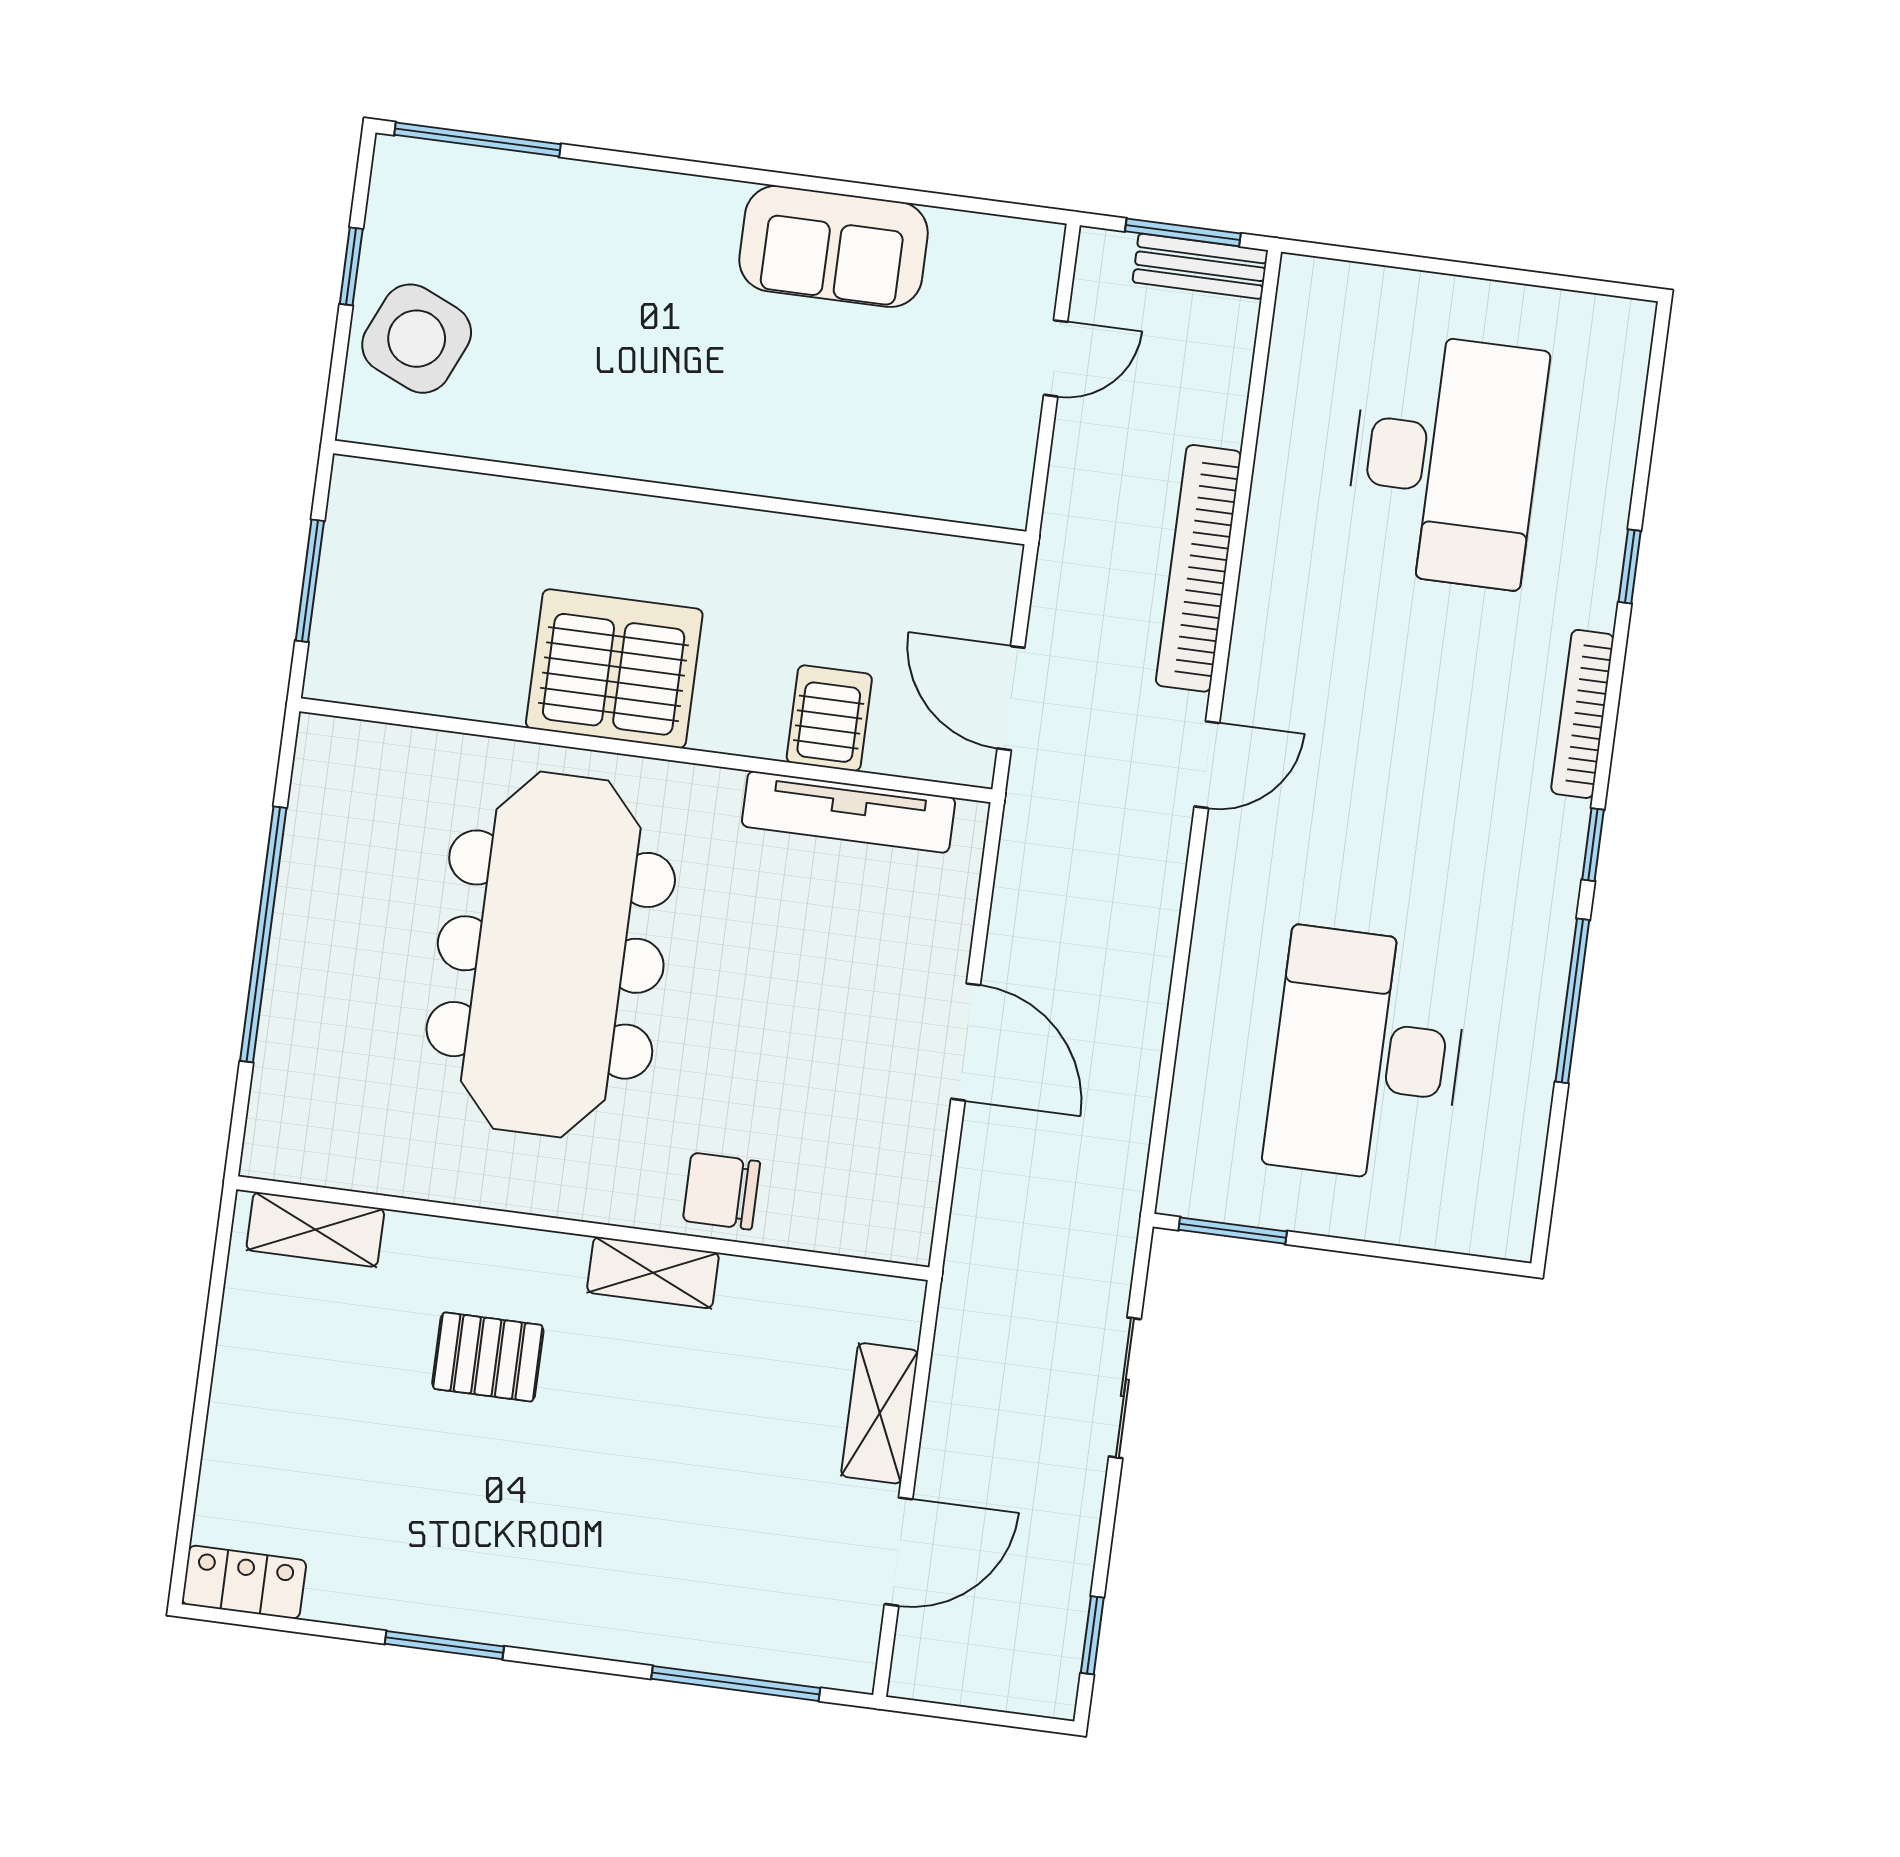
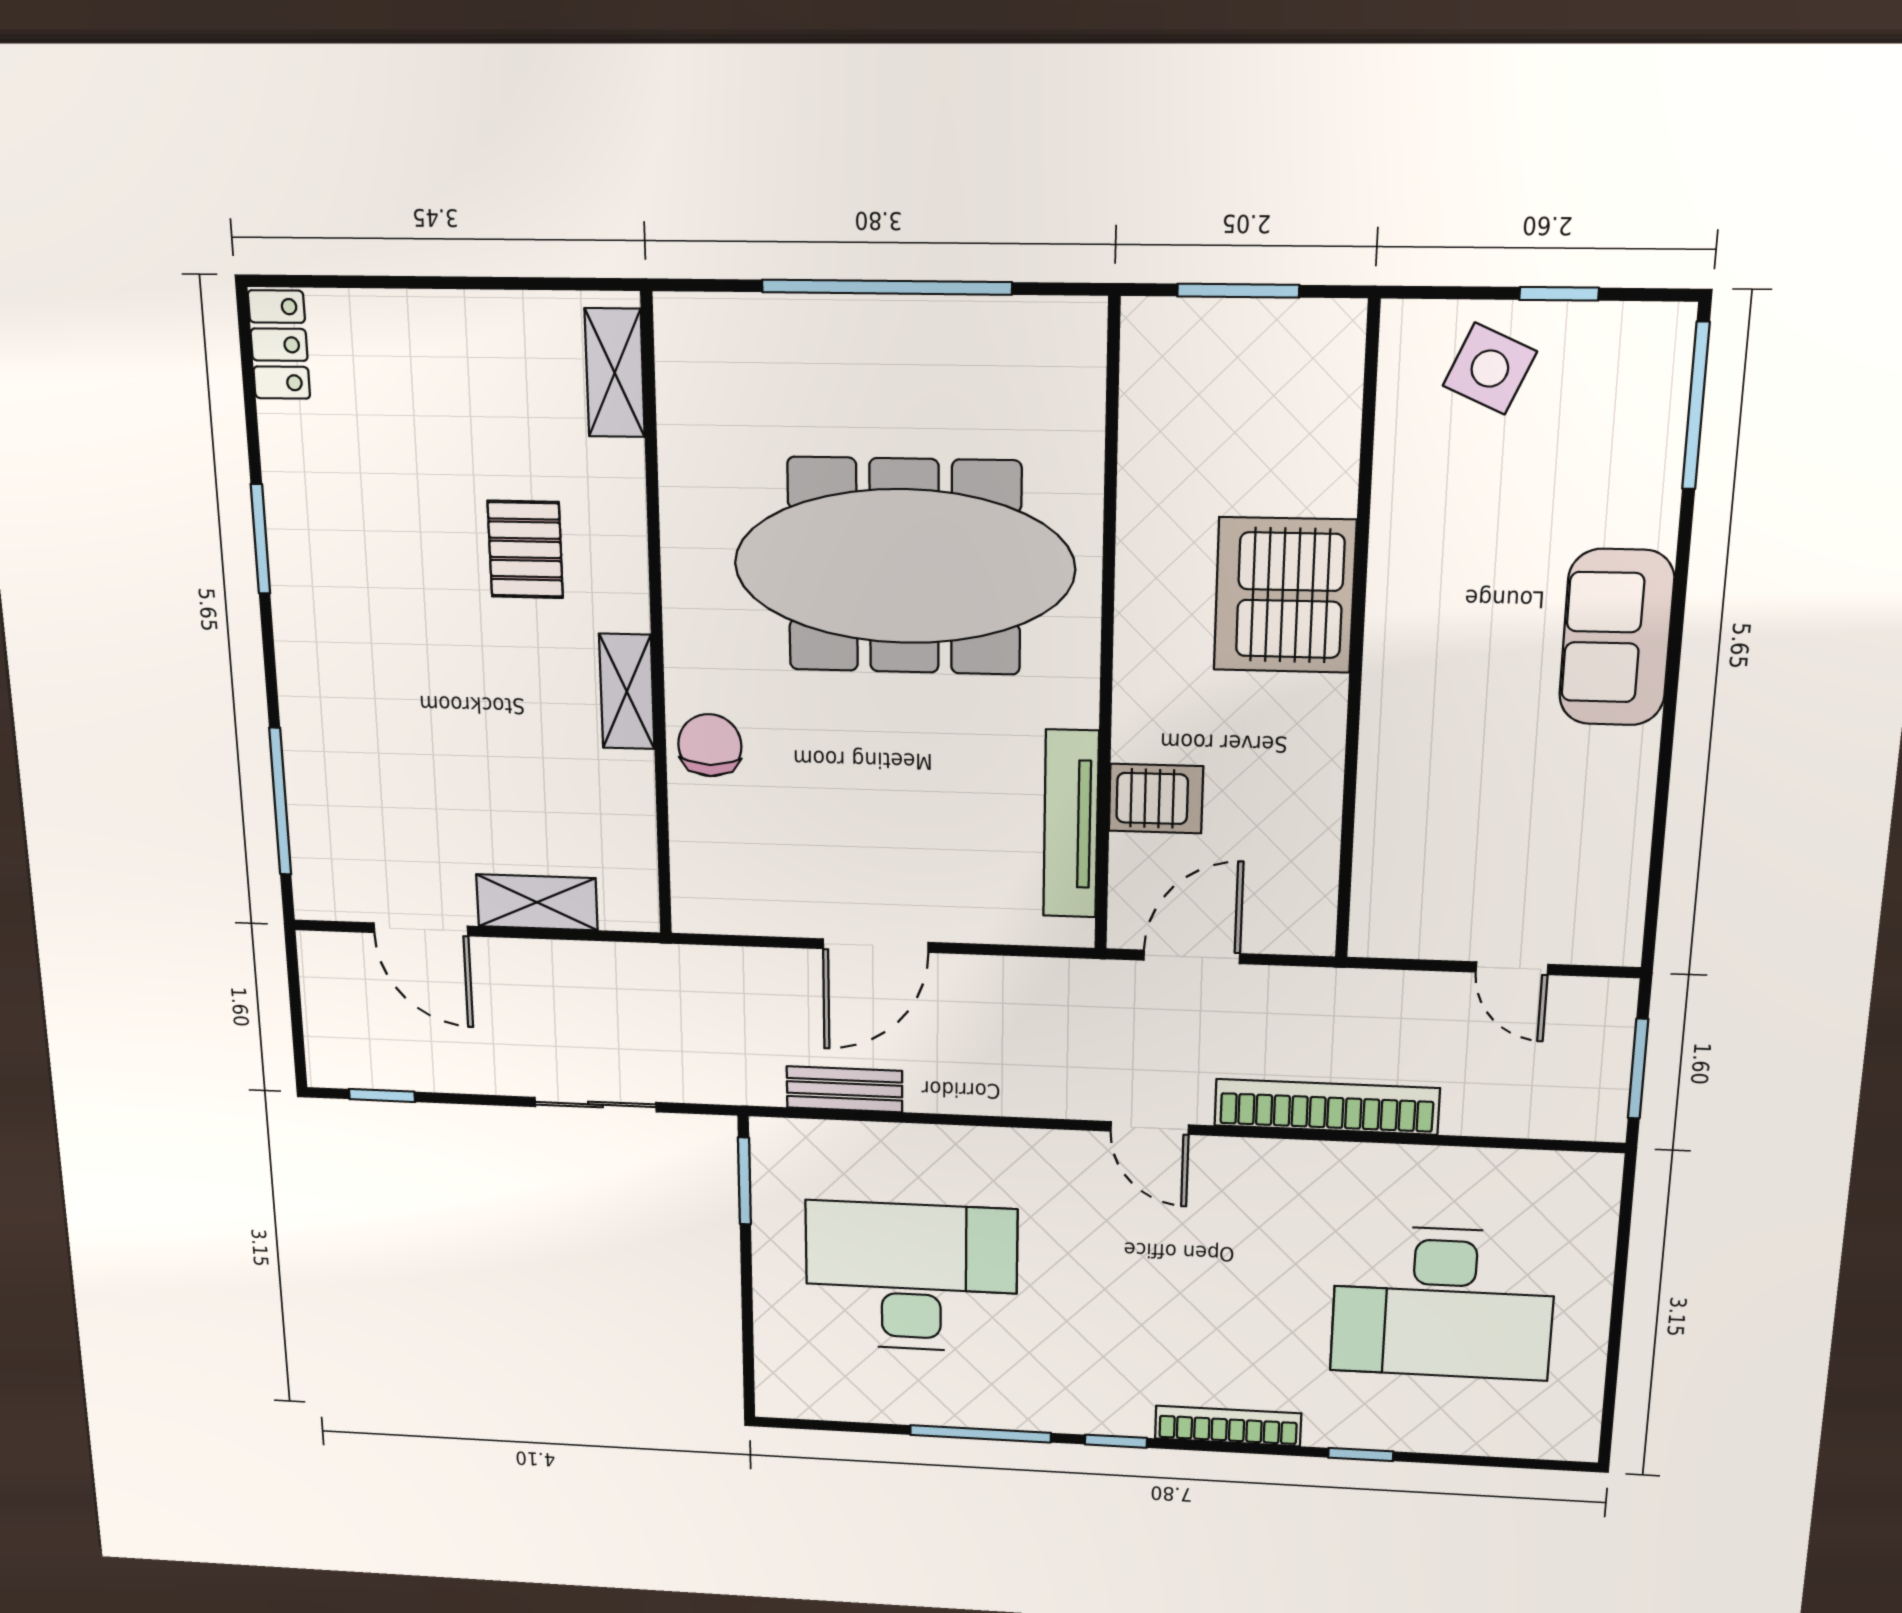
sofa: (833, 246) -> (1616, 638), moved
bench: (1200, 266) -> (844, 1089), moved, turned 90
side table: (417, 339) -> (1490, 369), width x0.73, depth x0.73
server rack: (614, 669) -> (1285, 595), moved, turned 180

